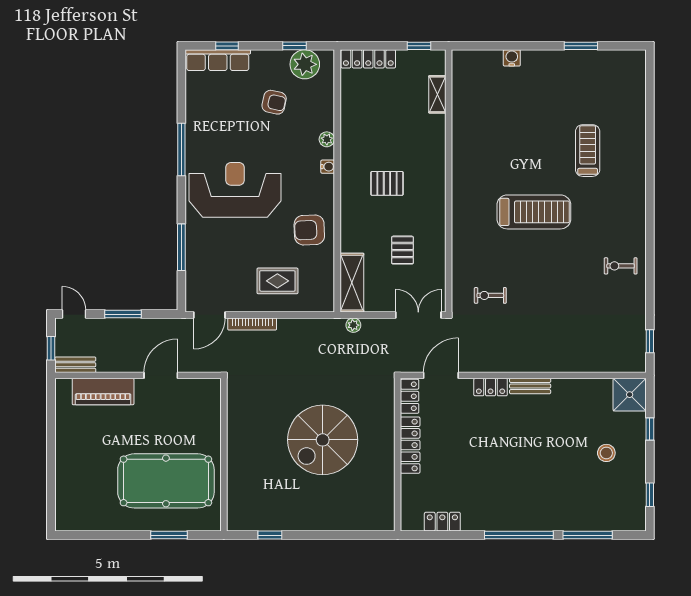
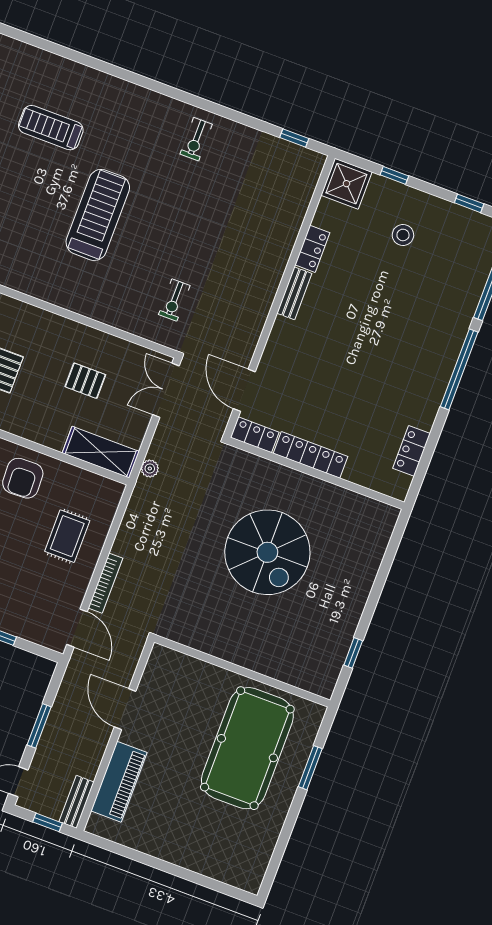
locker: (491, 387) -> (312, 249), moved

